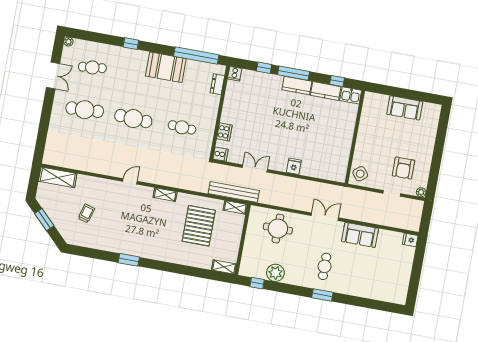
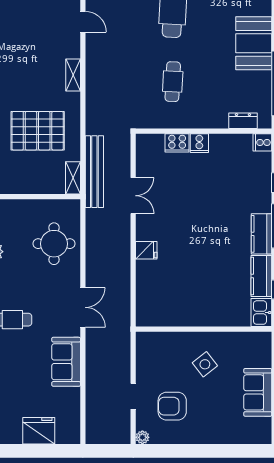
cooker: (221, 154) -> (199, 143), moved
side table: (360, 174) -> (205, 364), moved
fridge: (410, 240) -> (39, 431), moved, width x1.88, depth x1.34

